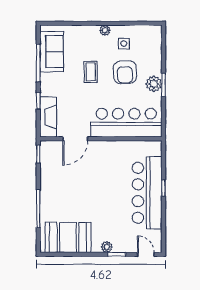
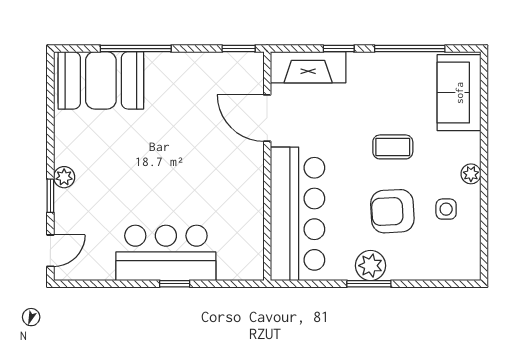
sofa: (52, 52) -> (459, 93), moved, turned 90
bar counter: (147, 193) -> (166, 253), width x0.73
booth: (68, 237) -> (101, 80), moved, turned 90

